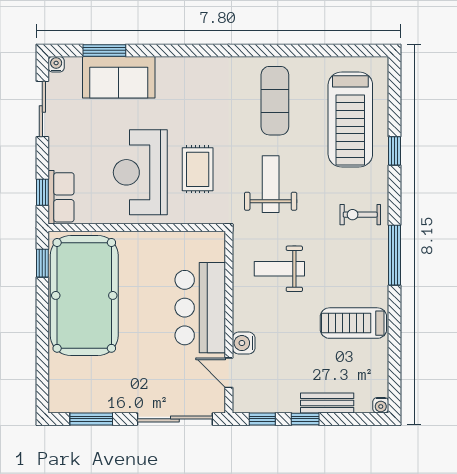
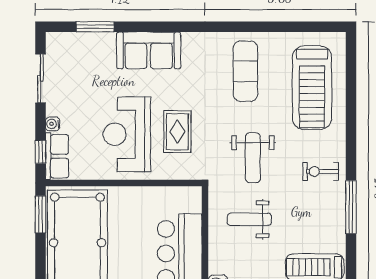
water cooler: (56, 64) -> (53, 124), moved, turned -90
sofa: (119, 77) -> (149, 50), moved
window: (395, 151) -> (351, 115), removed
weight bench: (271, 184) -> (253, 158), moved, turned 180
window: (42, 263) -> (41, 214), width x1.50

